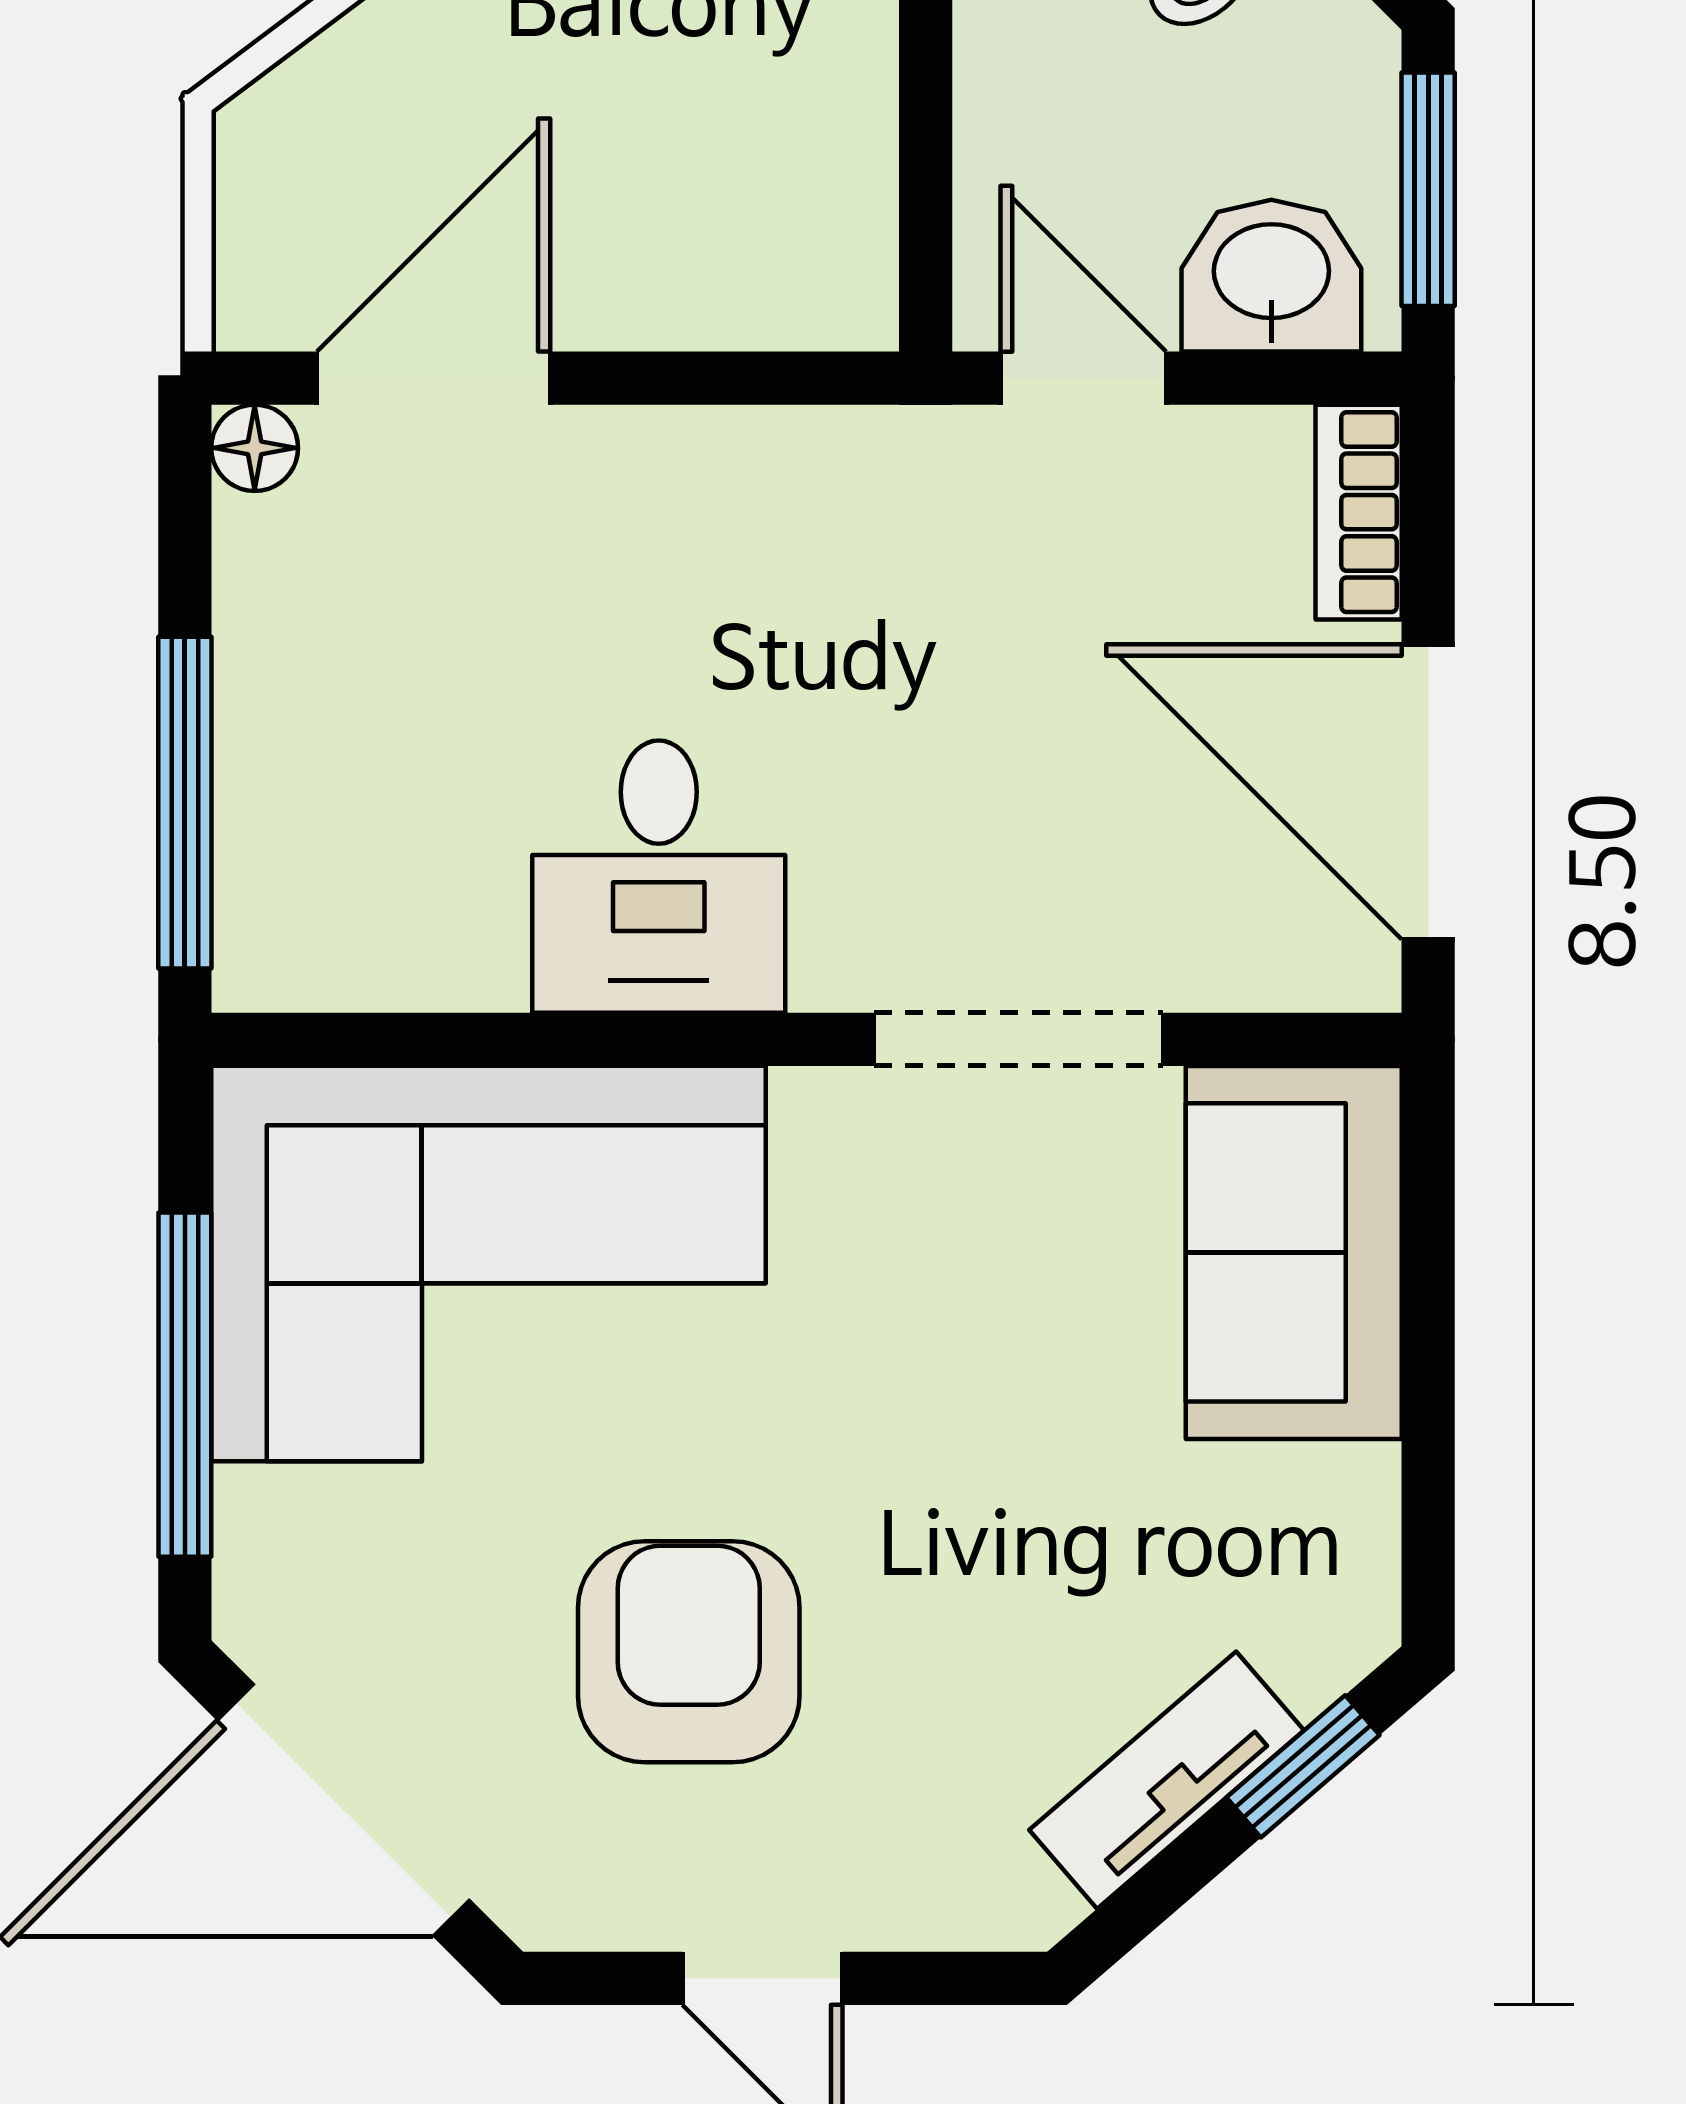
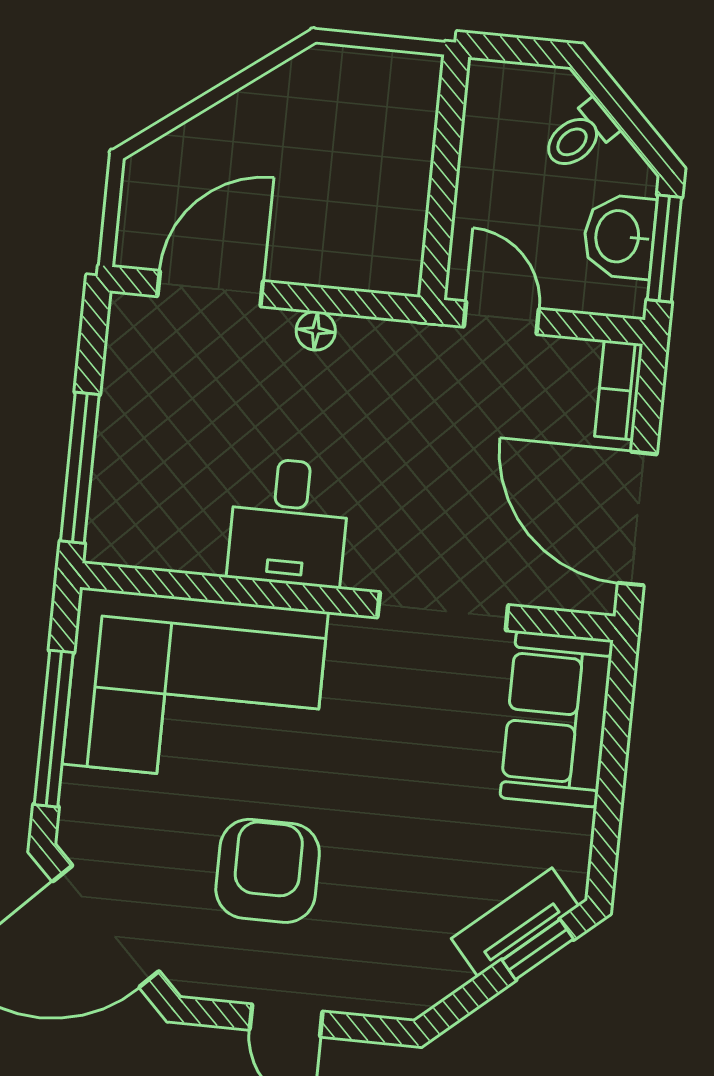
washbasin: (1271, 276) -> (619, 236), moved, turned -90
floor lamp: (255, 448) -> (316, 331), moved
tv unit: (1167, 1780) -> (515, 922), moved

